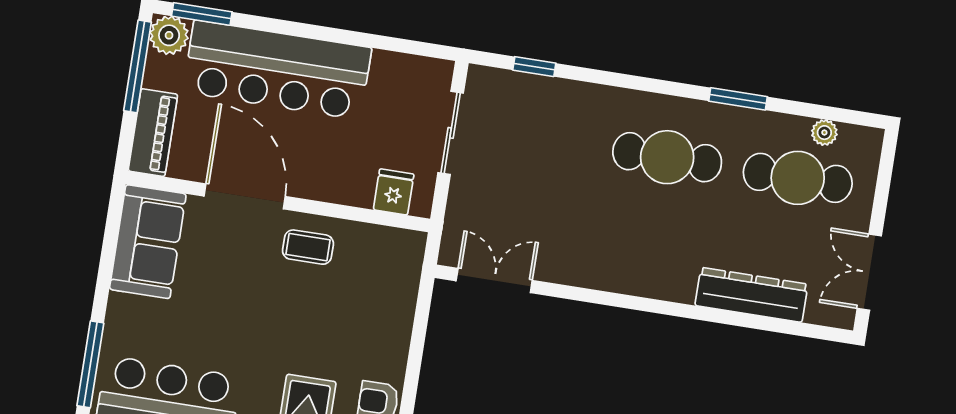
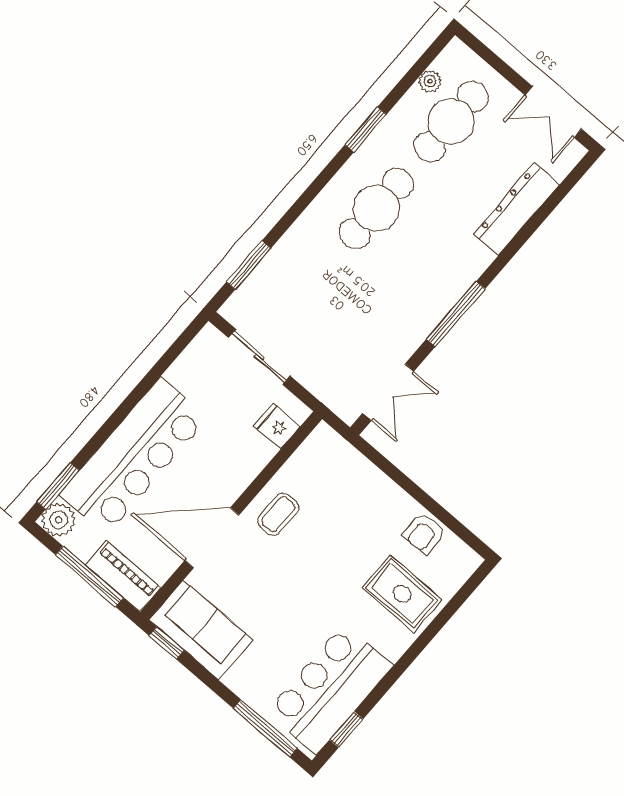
window: (138, 66) -> (89, 576), moved
window: (534, 67) -> (249, 265), width x1.50
window: (114, 216) -> (167, 643), added
double door: (494, 281) -> (388, 392), swing flipped
window: (612, 299) -> (456, 314), added

